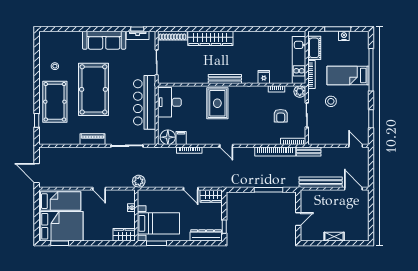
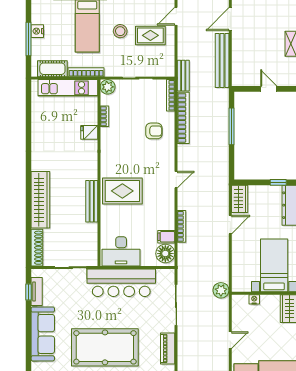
bench: (225, 79) -> (92, 201), moved
stool: (331, 101) -> (120, 31), moved
armchair: (281, 116) -> (154, 131), moved
rug: (341, 125) -> (150, 35), added

